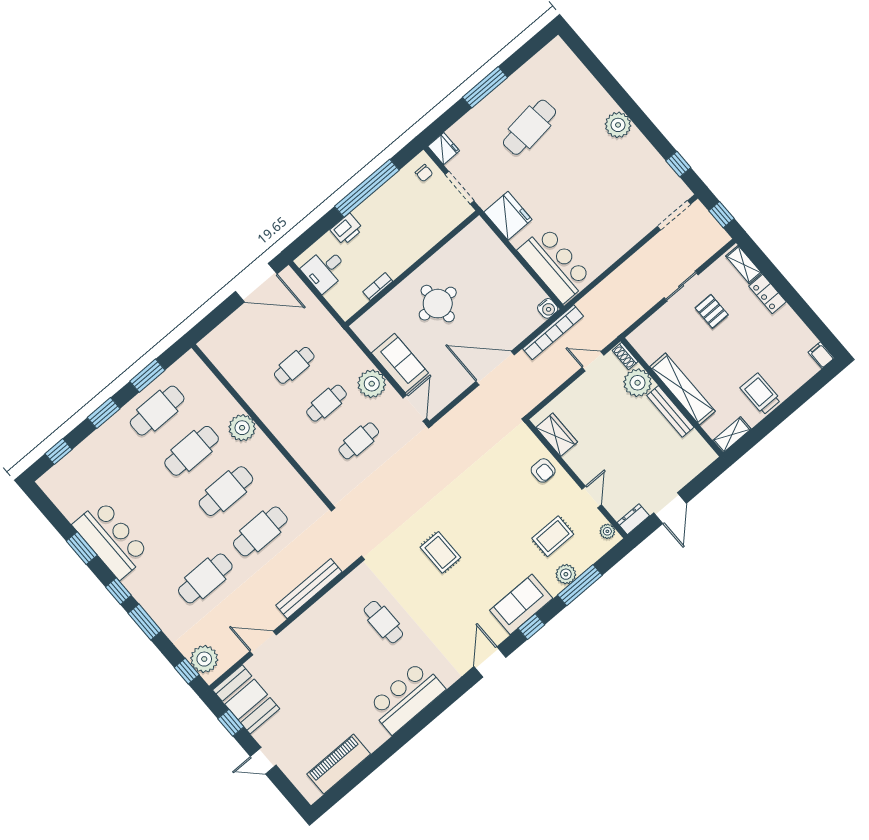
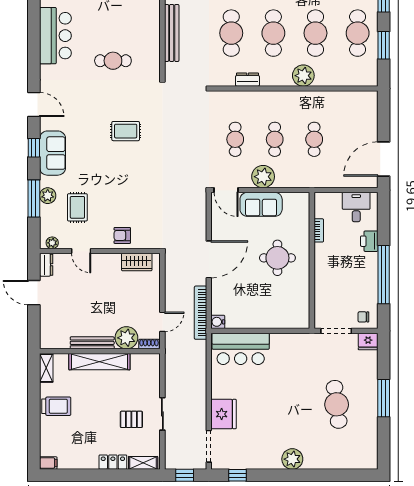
fridge: (508, 216) -> (224, 414), moved, turned -90
dresser: (292, 478) -> (247, 80), added

